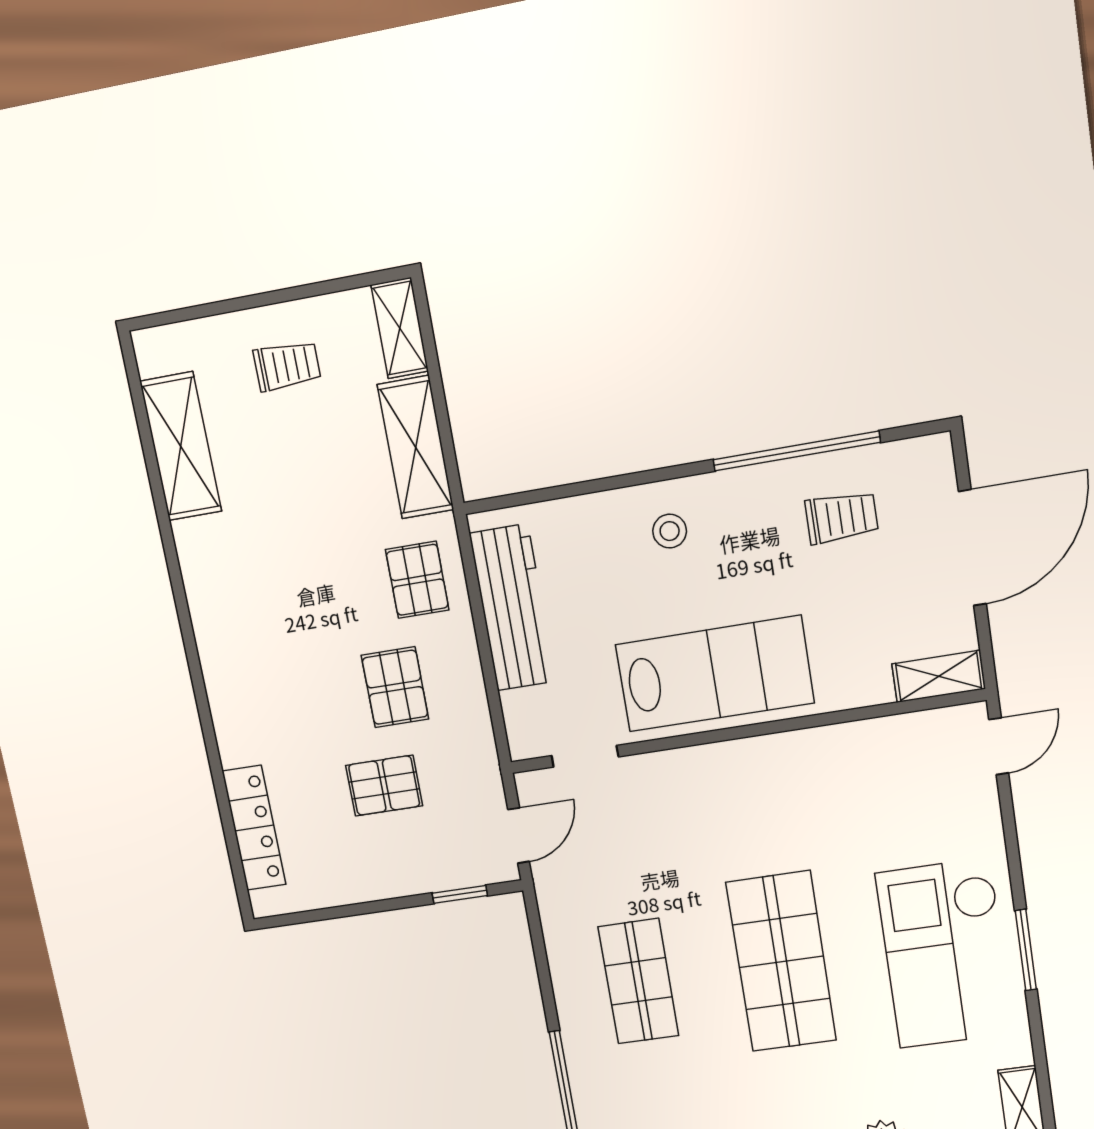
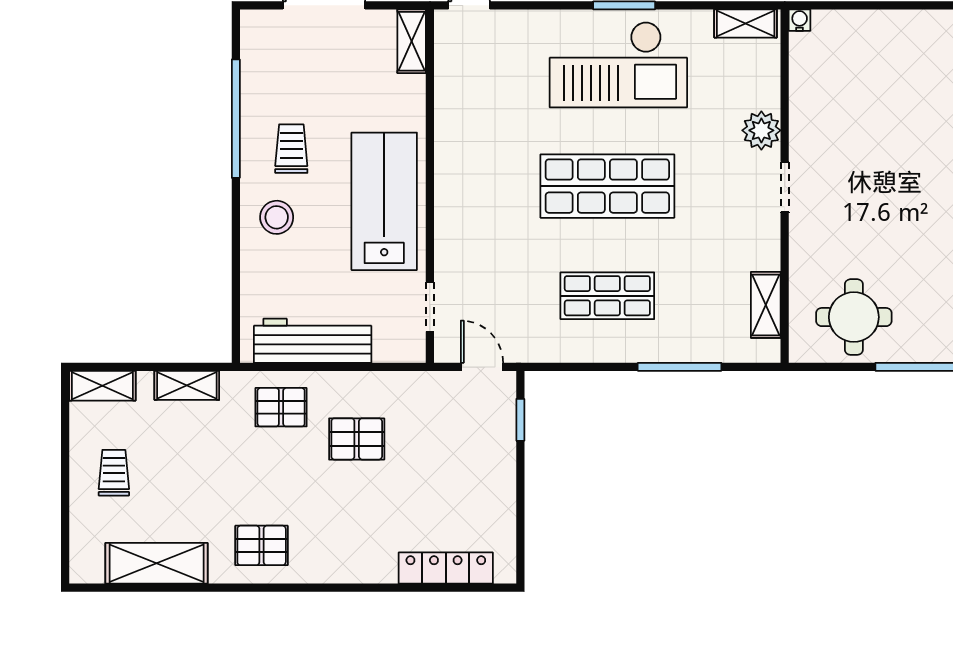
shelving: (416, 447) -> (187, 385), width x0.67, depth x0.75
trolley: (842, 517) -> (291, 149), moved
stool: (670, 531) -> (277, 217), width x1.37, depth x1.37
pallet: (384, 786) -> (262, 545), moved, turned 90

